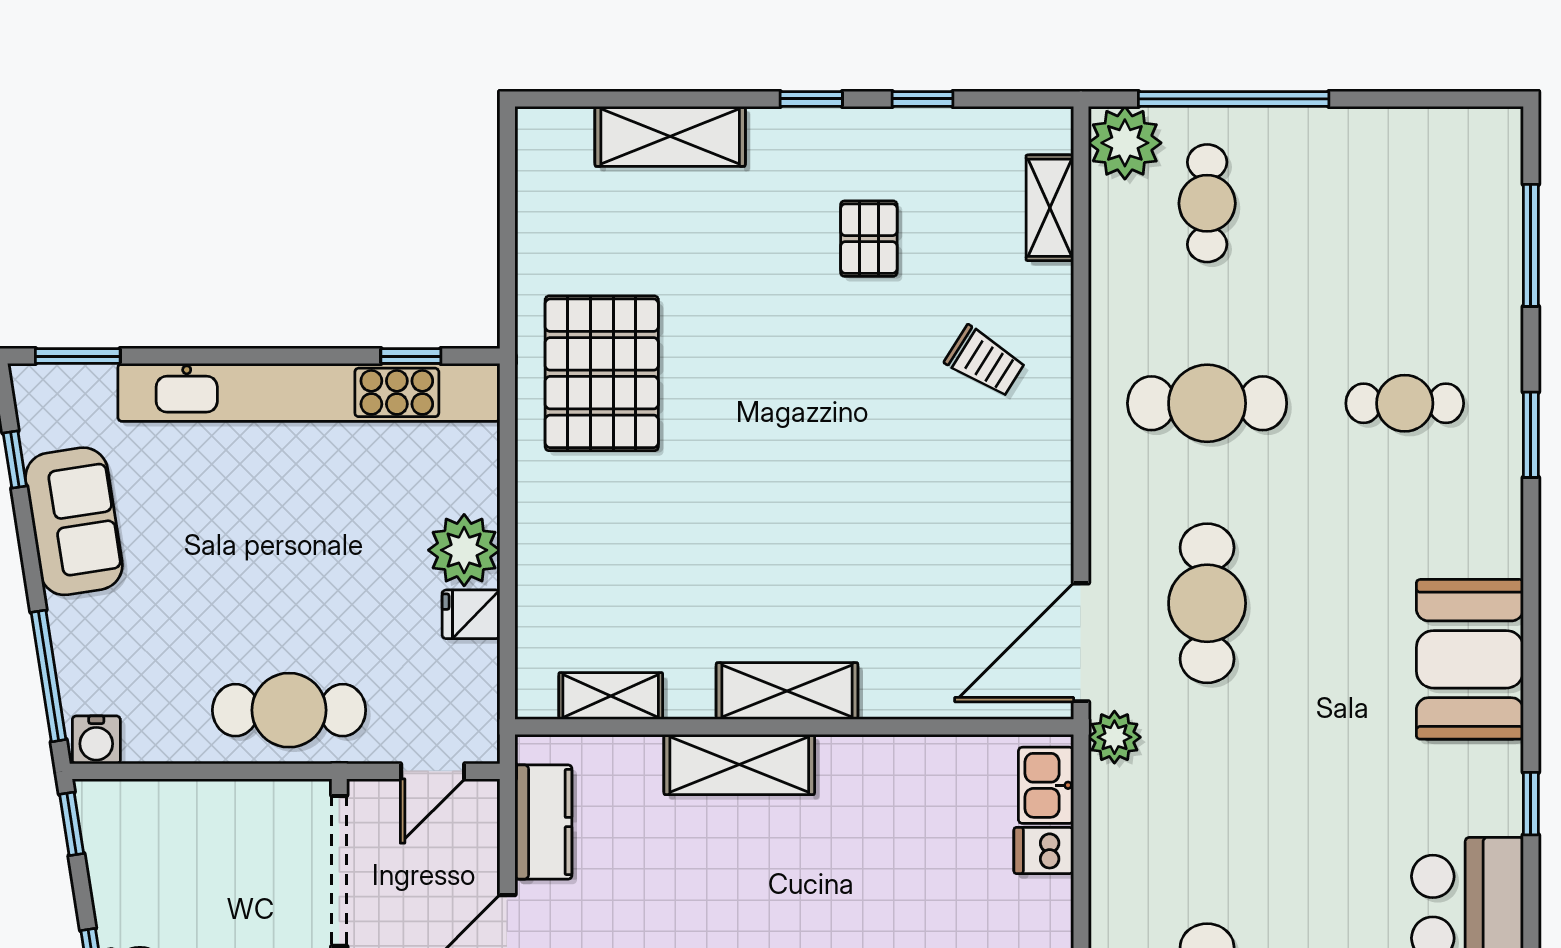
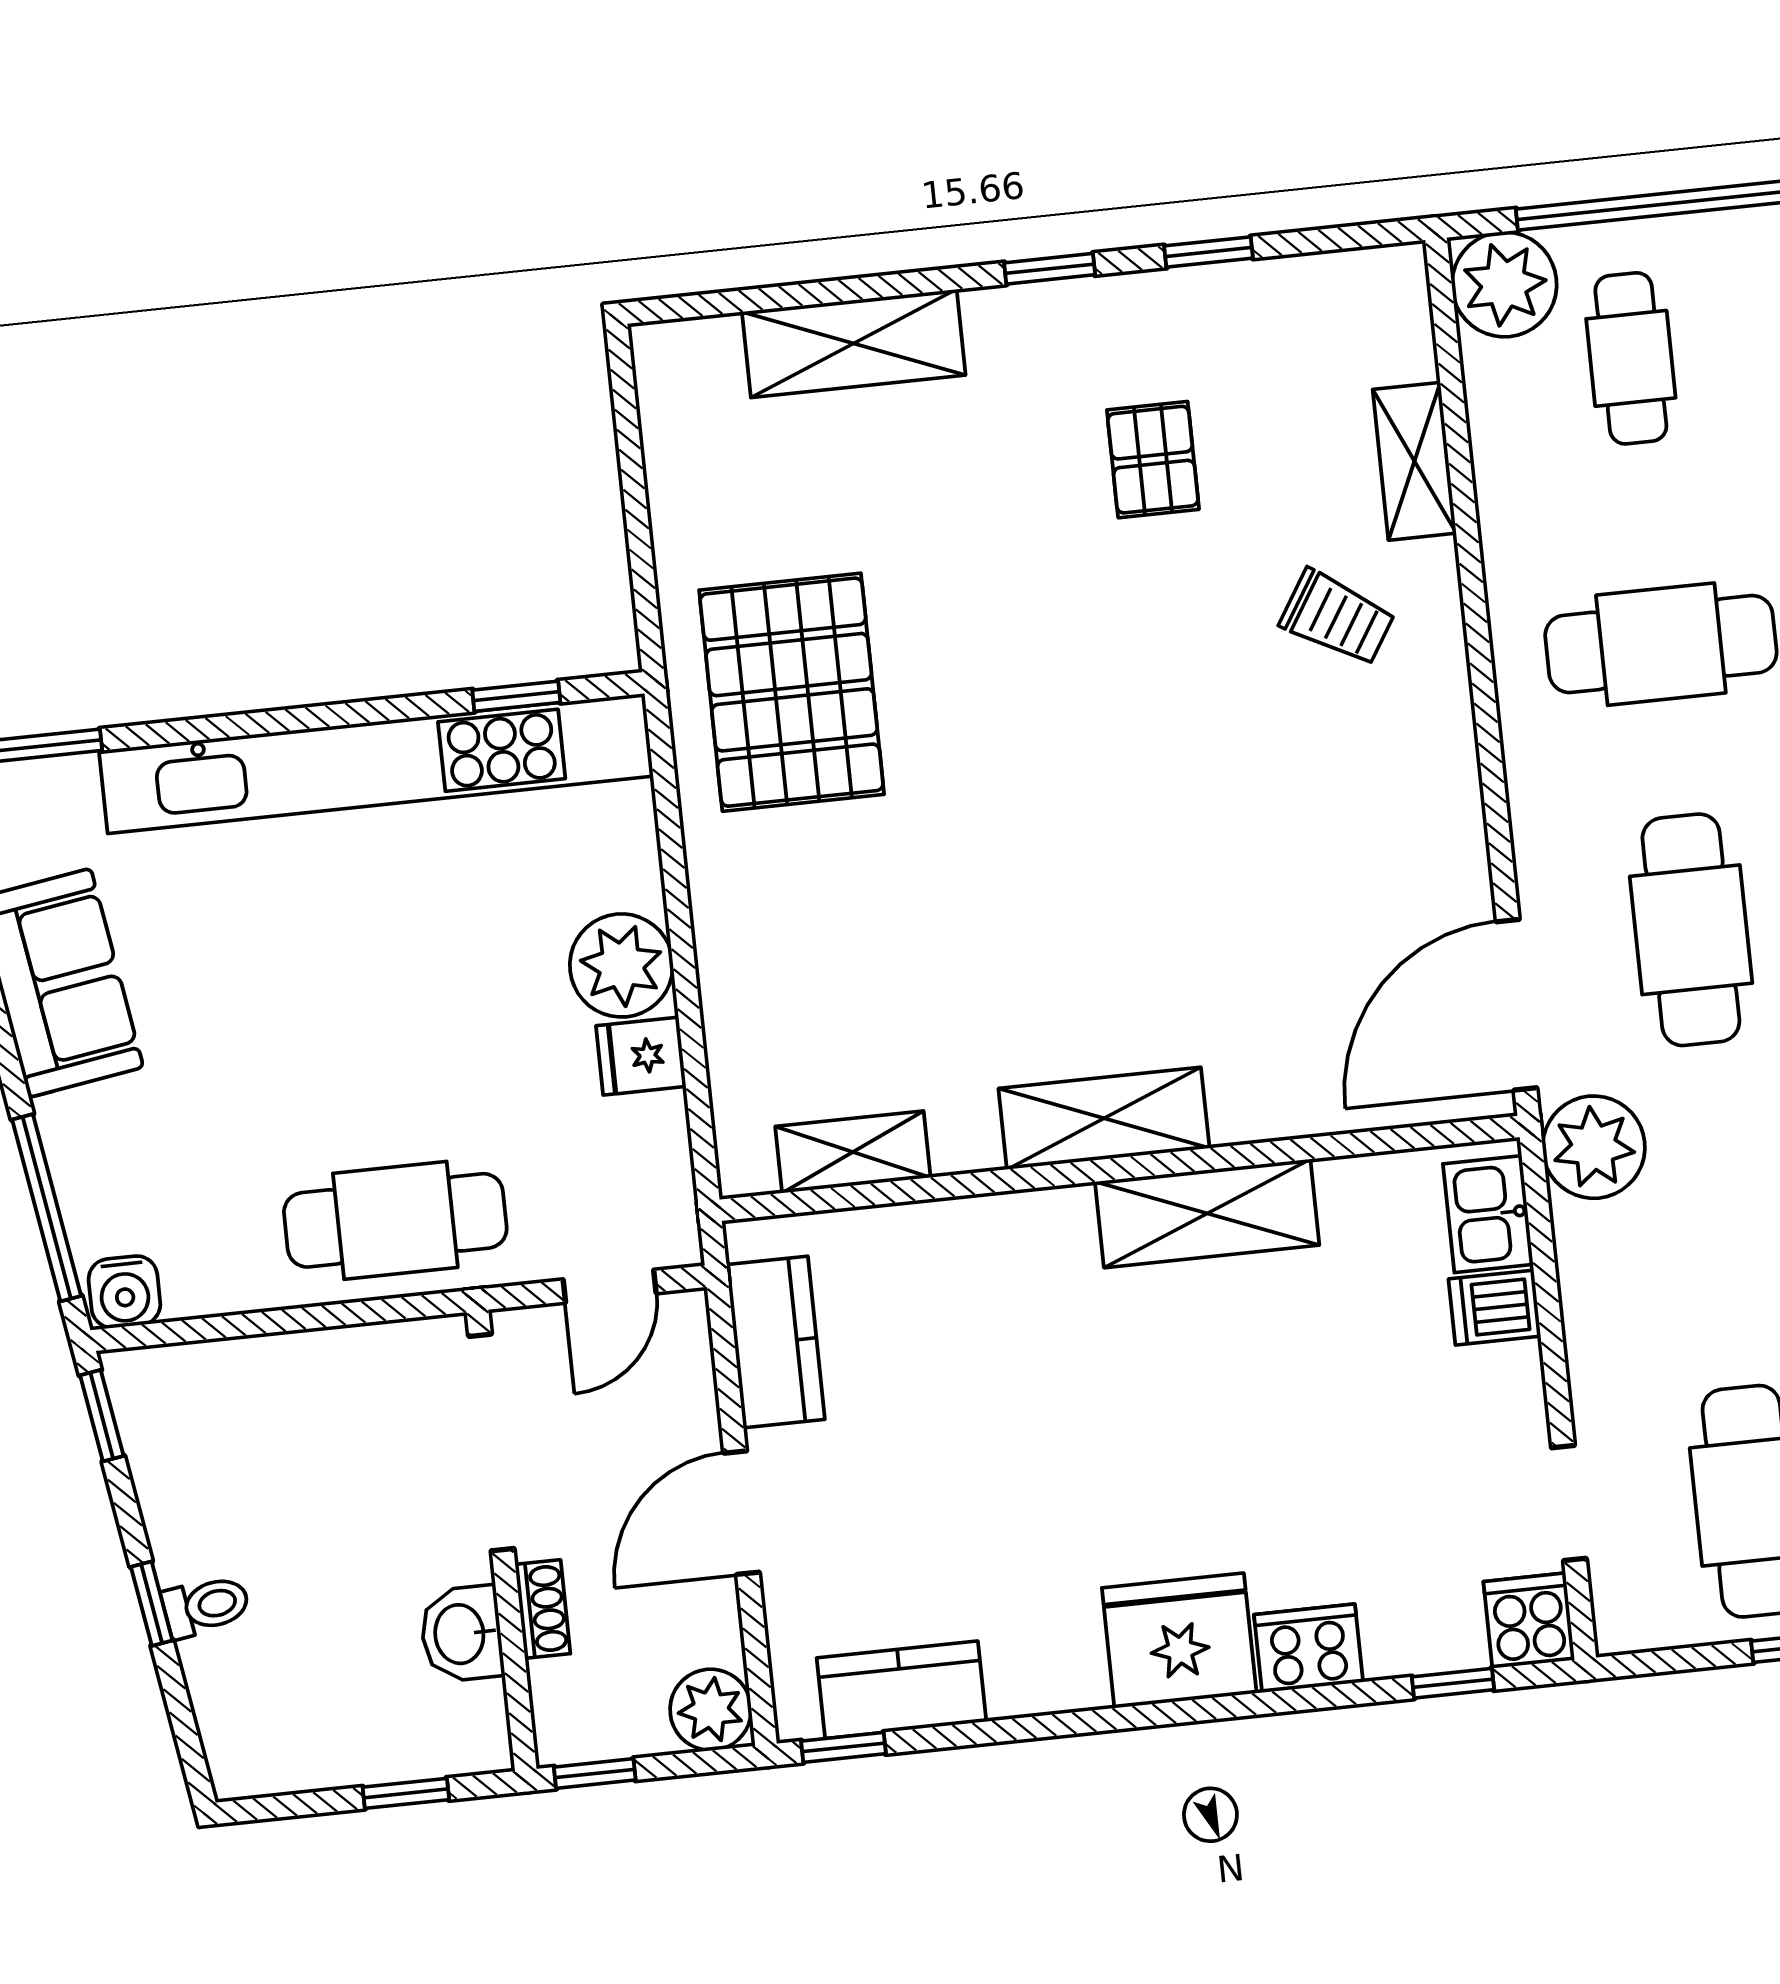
shelving: (1050, 208) -> (1414, 461), moved
plant: (1114, 737) -> (1594, 1147), width x1.36, depth x1.36
shelving: (739, 764) -> (1207, 1213), moved

